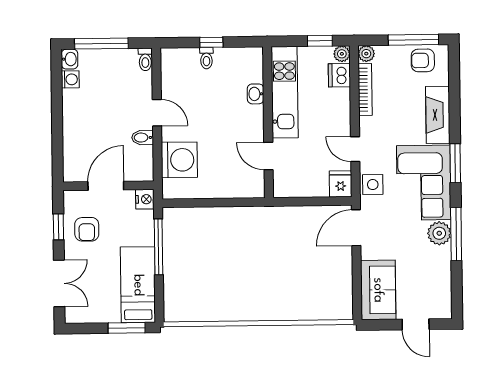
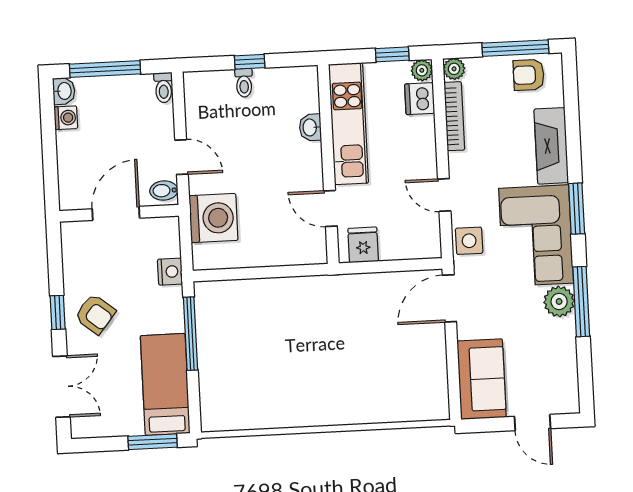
fridge: (341, 184) -> (363, 245), moved
door: (106, 186) -> (116, 213), moved
wall: (108, 186) -> (119, 213), moved
armchair: (87, 229) -> (95, 314), turned -51

